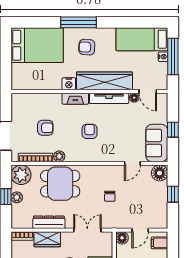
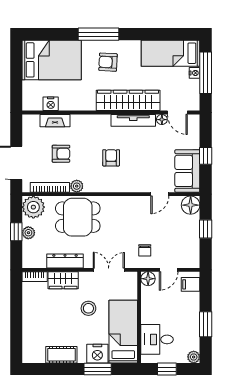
nightstand: (69, 84) -> (51, 104), moved
fireplace: (75, 99) -> (55, 121), moved
chair: (110, 196) -> (145, 250), moved

